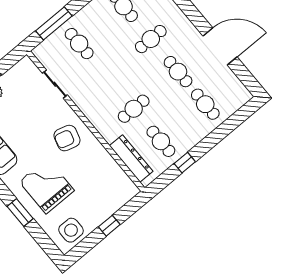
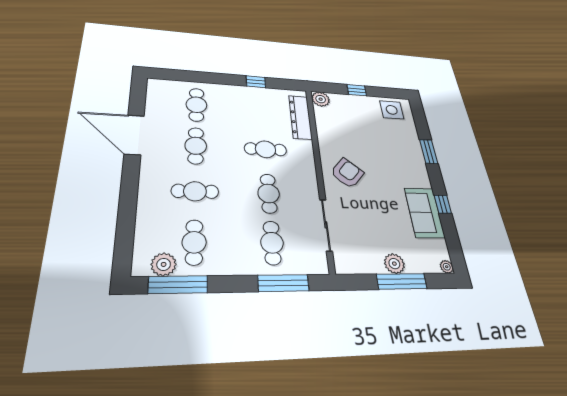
sliding door: (55, 84) -> (326, 225), width x1.37
armchair: (67, 138) -> (347, 173), turned -65
cafe table: (161, 141) -> (269, 193), moved
grand piano: (47, 186) -> (392, 152), removed
plant: (129, 190) -> (321, 99), added

